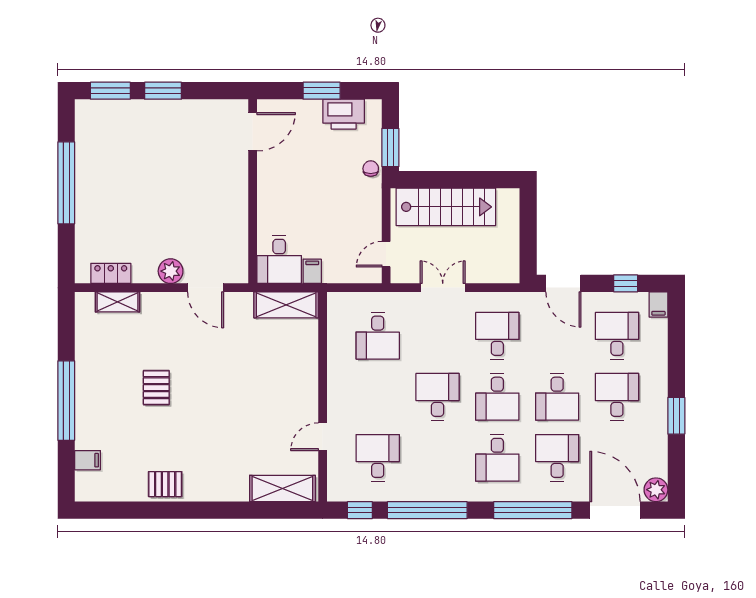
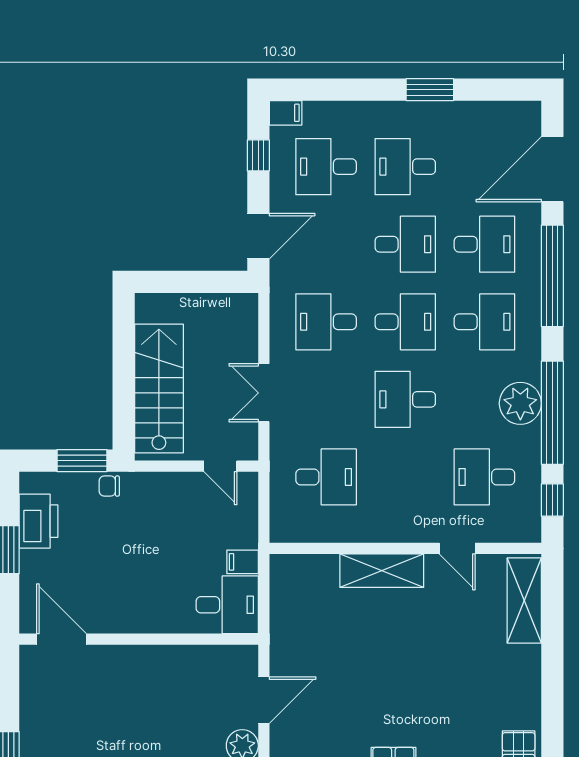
shelving: (286, 305) -> (382, 571), moved, turned 90
desk: (557, 458) -> (484, 244), turned 180
plant: (656, 490) -> (520, 403), moved, width x1.36, depth x1.36

